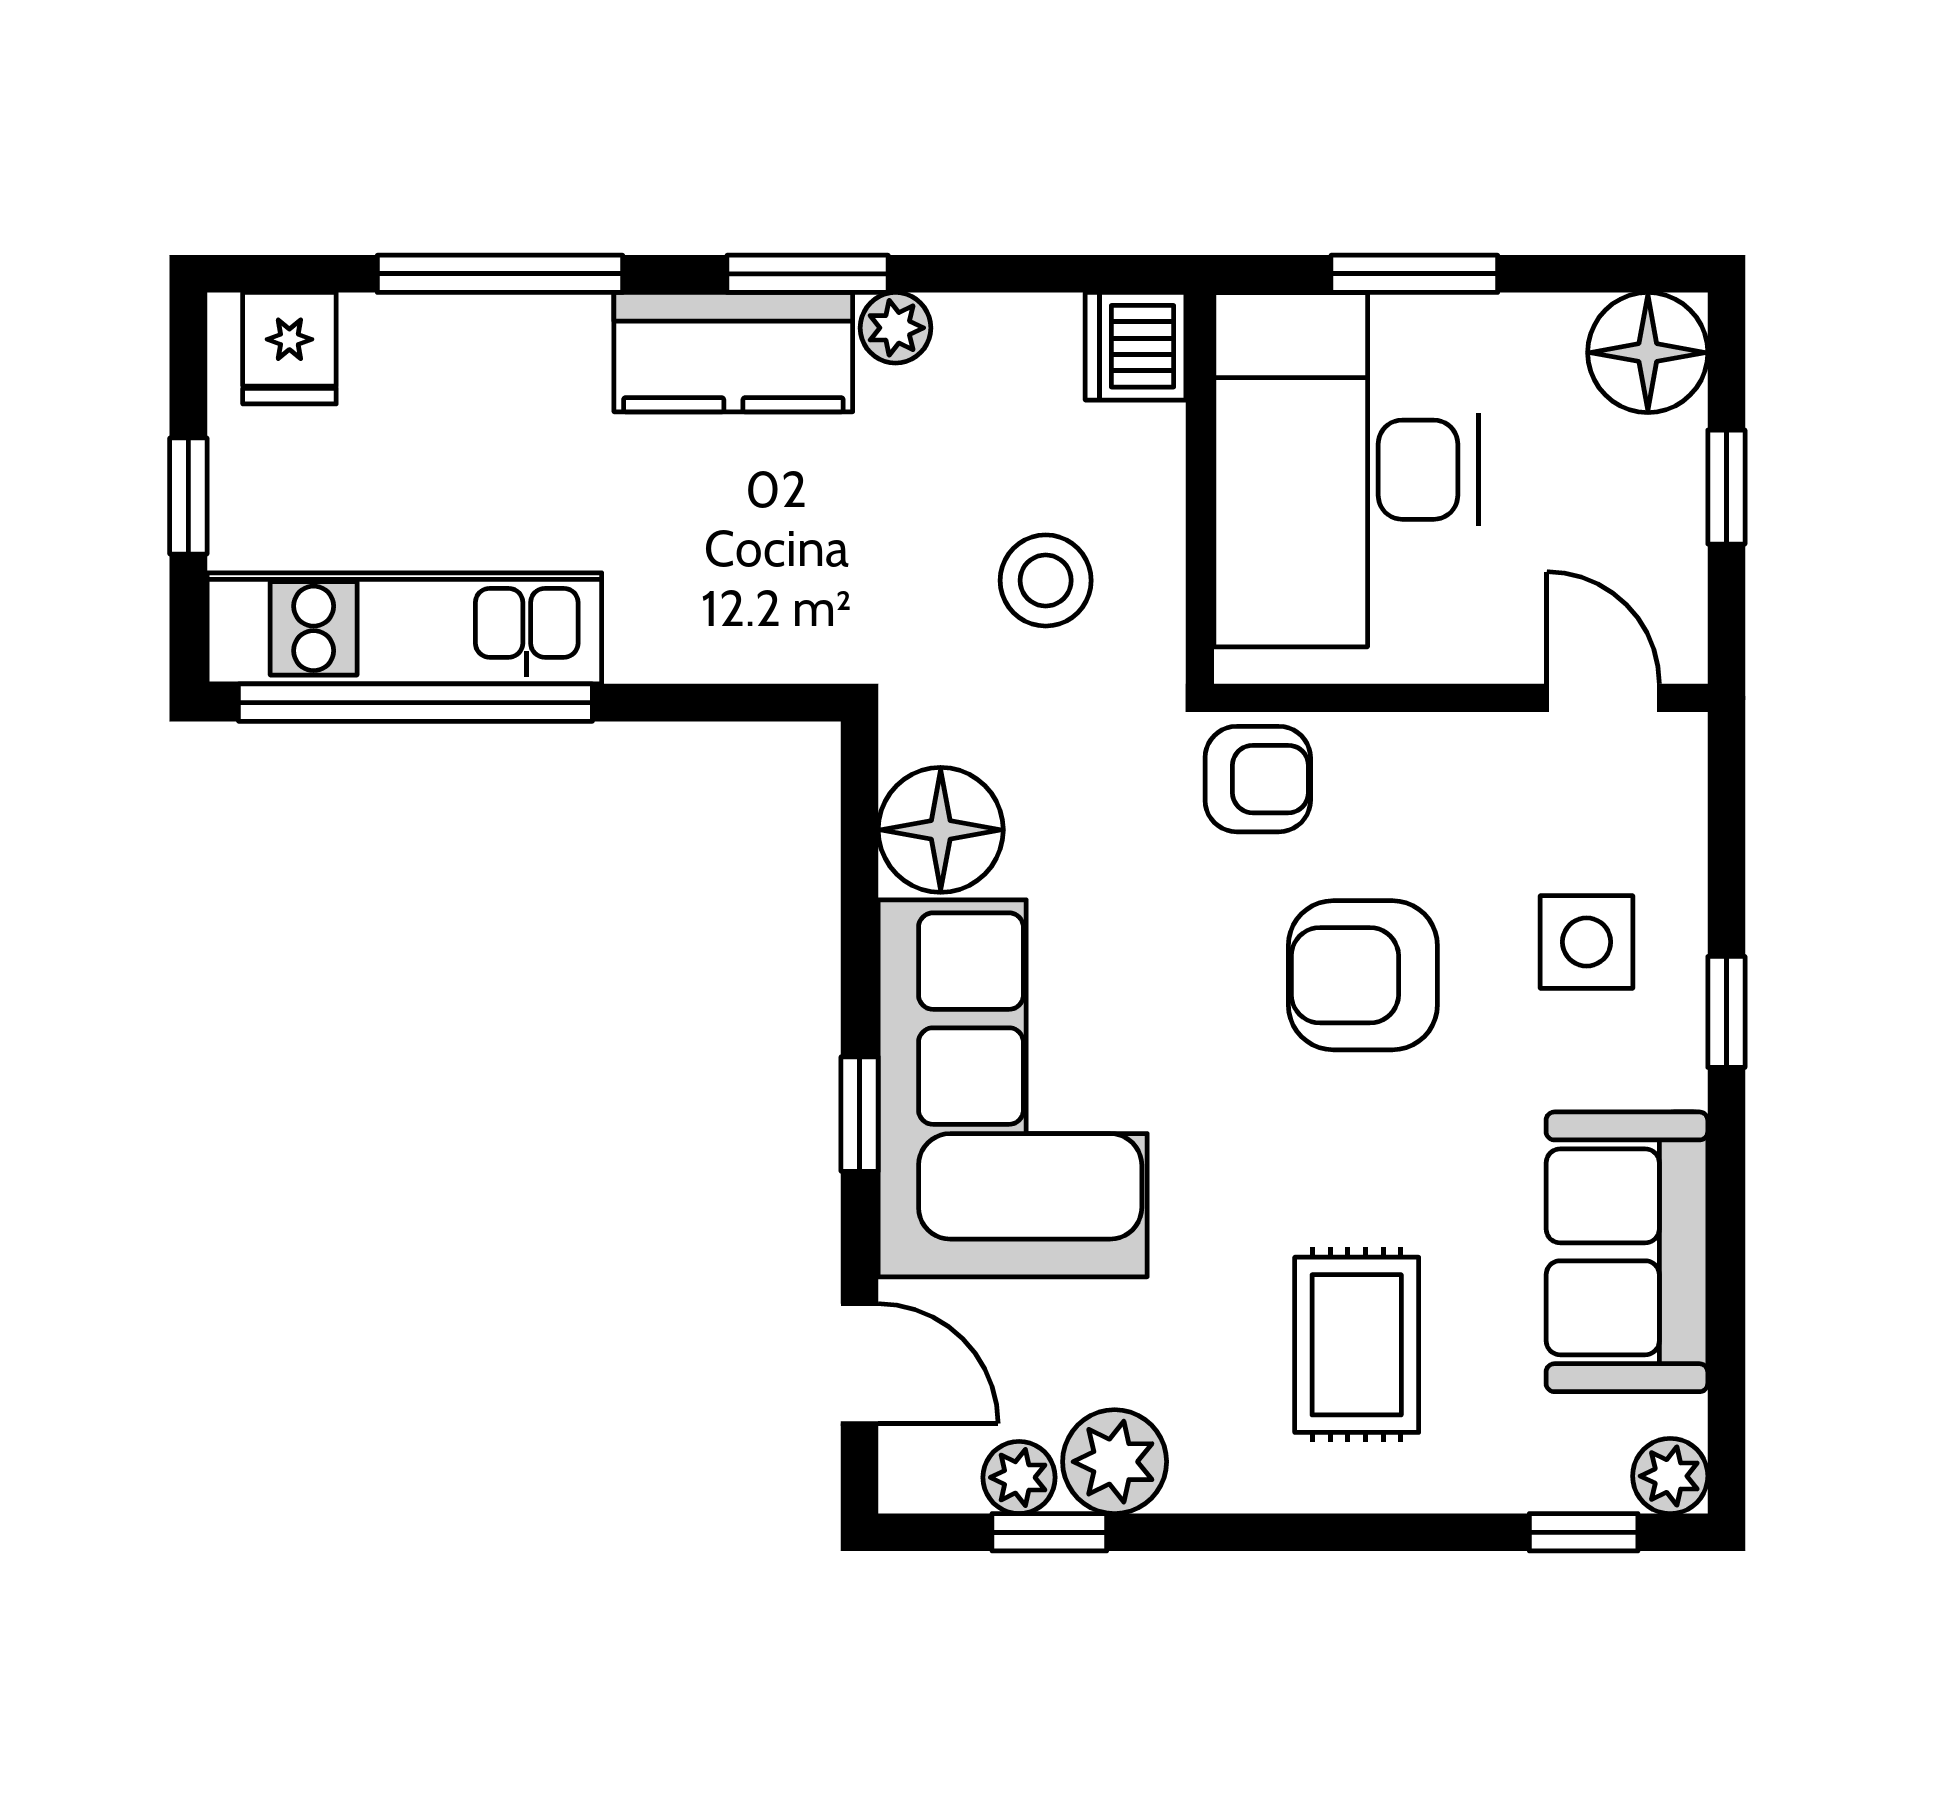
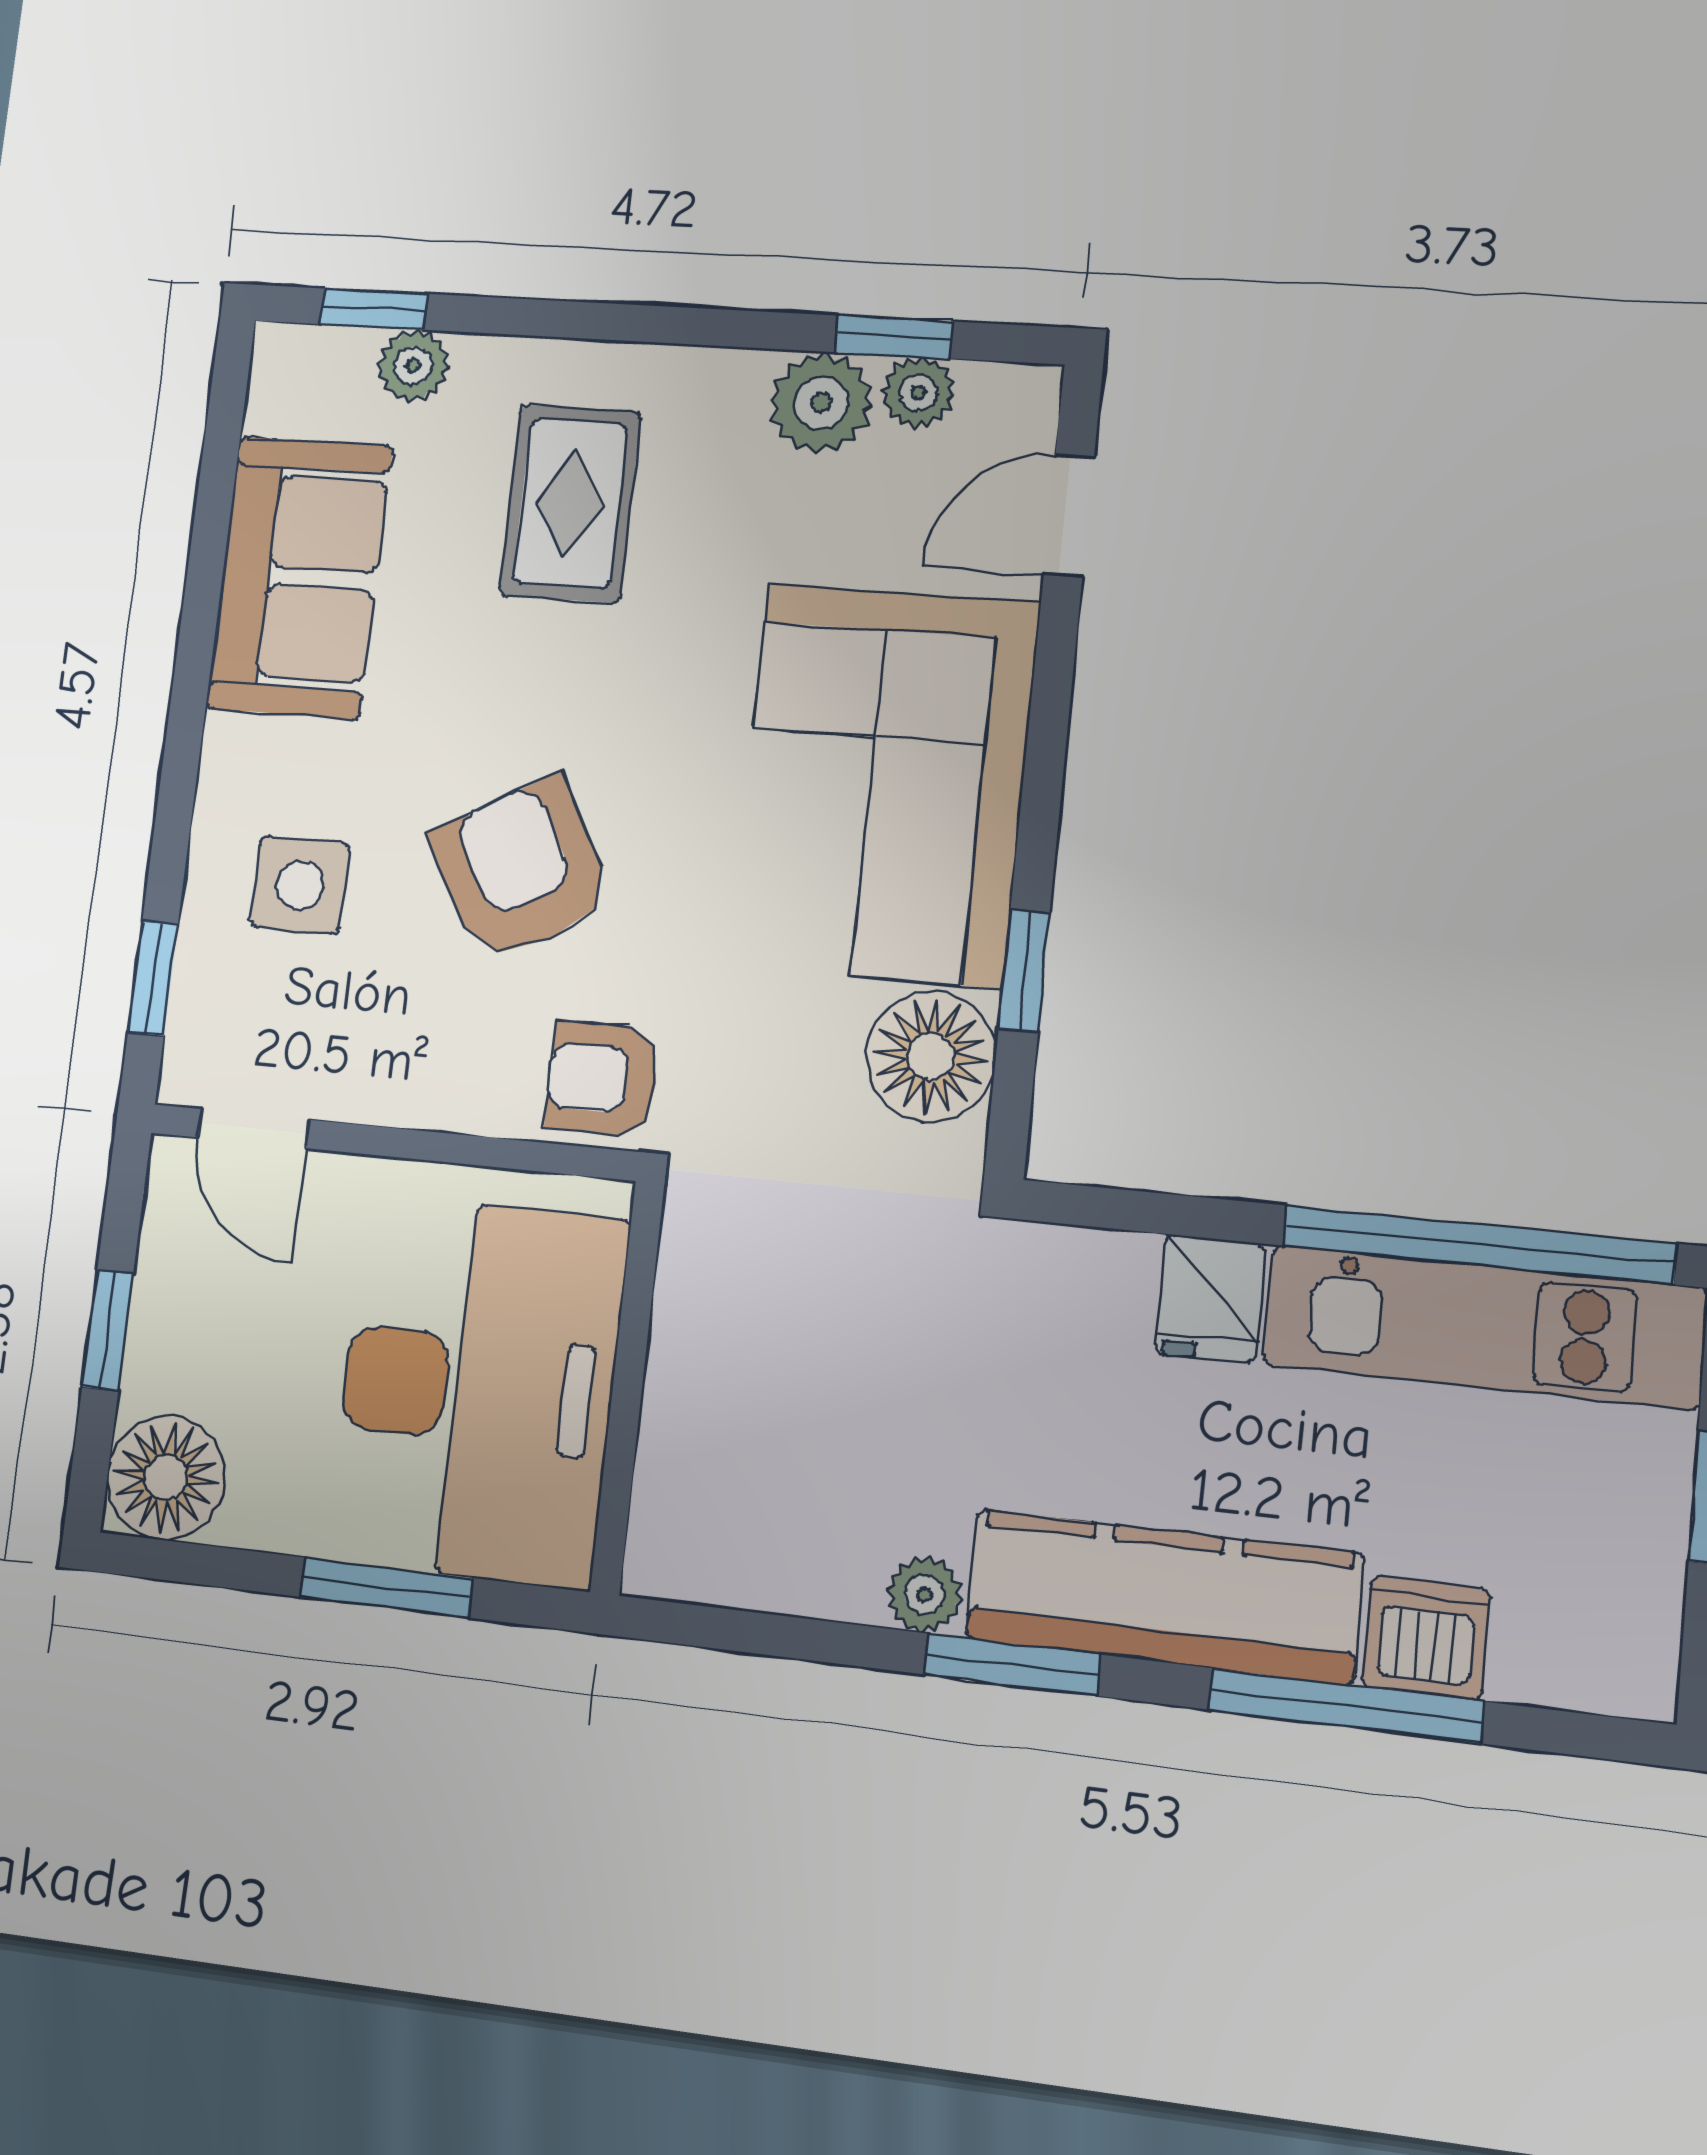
dishwasher: (1136, 346) -> (1426, 1638), moved, turned -90
fridge: (289, 348) -> (1210, 1299), moved, turned 180
kitchen counter: (733, 352) -> (1164, 1596), width x1.50
stool: (1046, 580) -> (796, 1307), removed
armchair: (1363, 975) -> (521, 870), turned -119
window: (1726, 1012) -> (153, 979), moved
window: (860, 1114) -> (1024, 971), moved
door: (860, 1364) -> (1069, 516), hinge flipped
plant: (1670, 1476) -> (413, 366), moved

